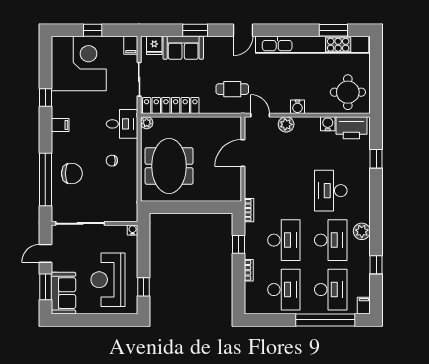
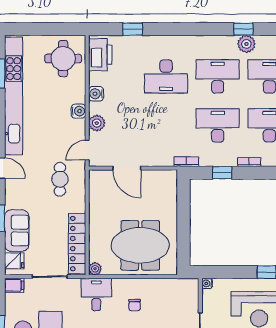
water cooler: (328, 124) -> (96, 94), moved
plant: (362, 231) -> (246, 44), moved

